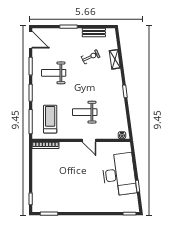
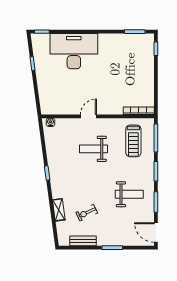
weight bench: (85, 112) -> (93, 149), turned 180
door: (89, 140) -> (88, 116), hinge flipped
desk: (119, 175) -> (74, 51), moved, turned 98

